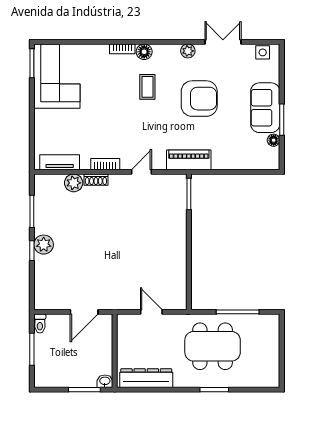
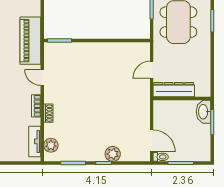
piano: (189, 160) -> (30, 41), width x1.37, depth x1.33
plant: (74, 183) -> (51, 145), moved
plant: (44, 245) -> (113, 154), moved
door: (84, 312) -> (152, 141), moved
dresser: (146, 378) -> (174, 90), moved, turned 90
washbasin: (105, 381) -> (204, 112), width x1.91, depth x1.45

